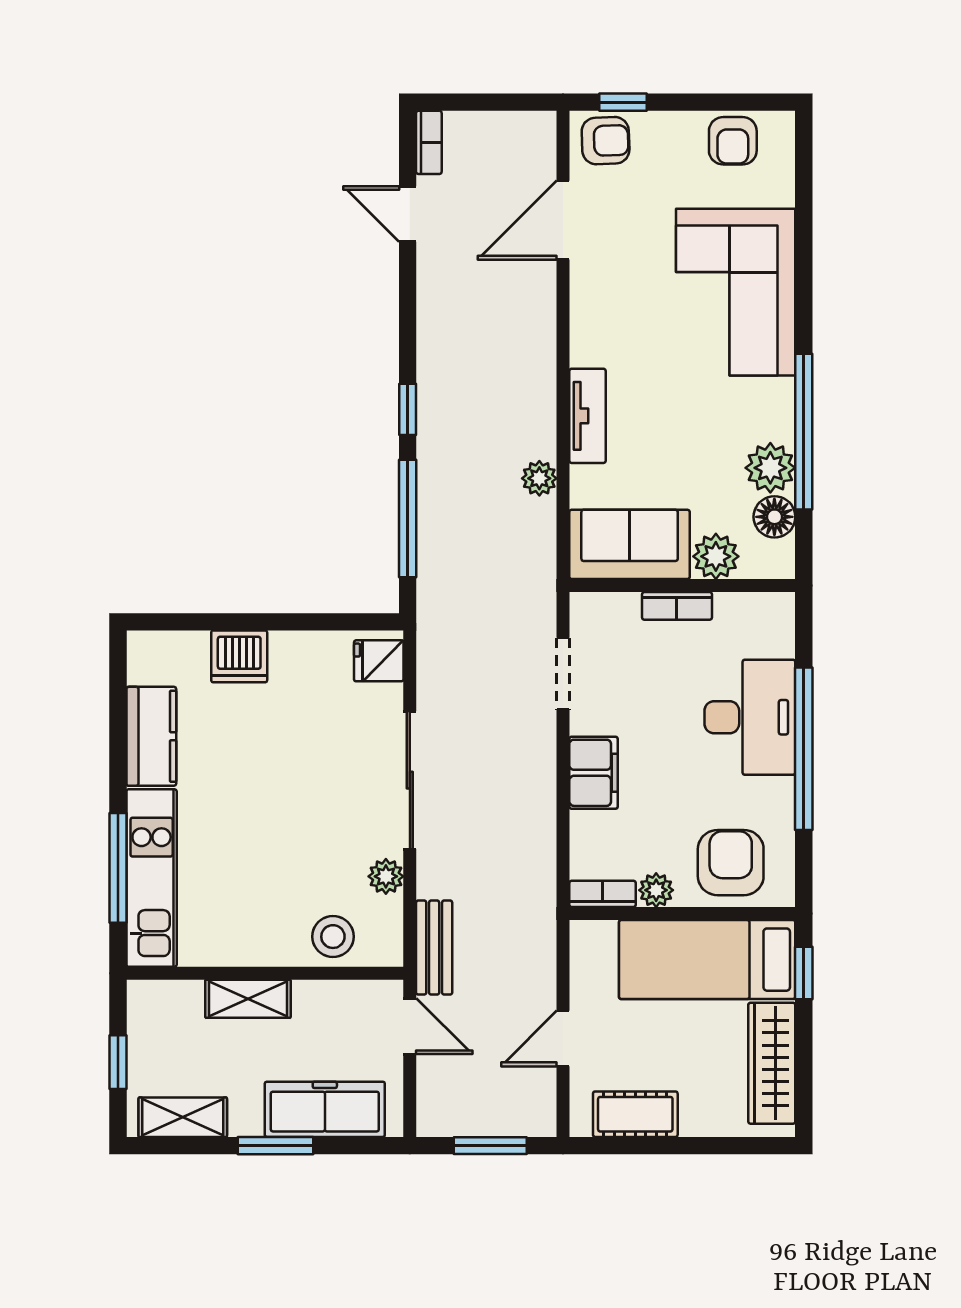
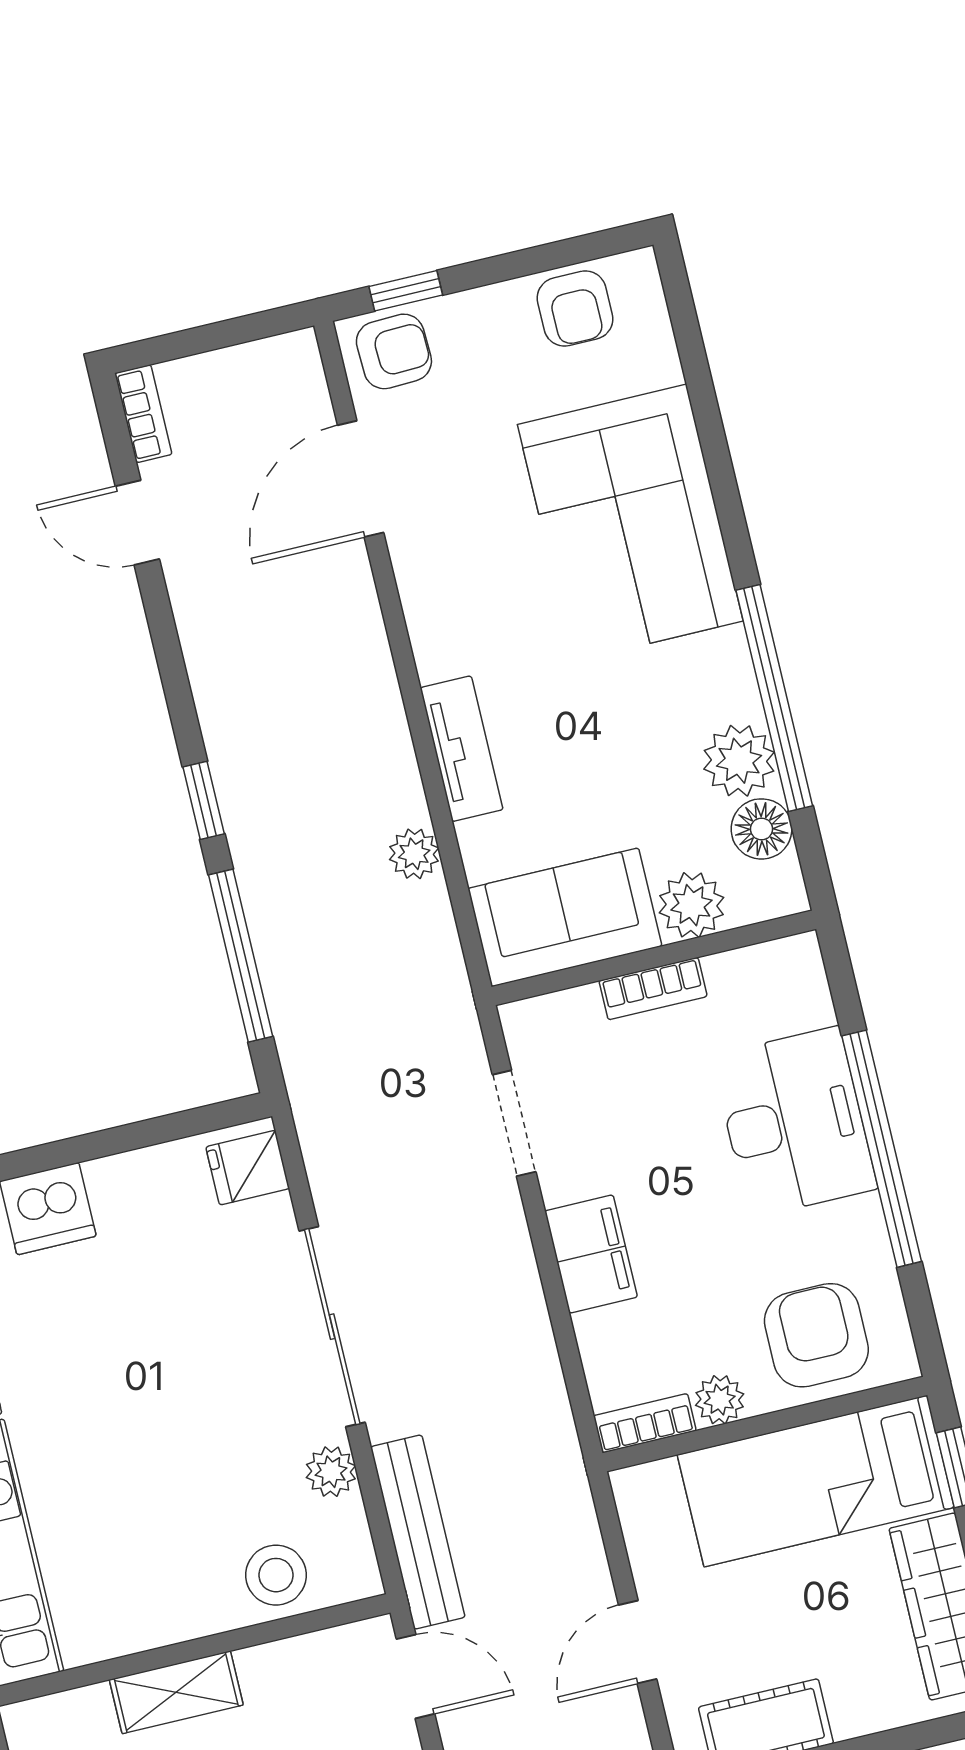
bench: (434, 948) -> (418, 1532), width x1.36

